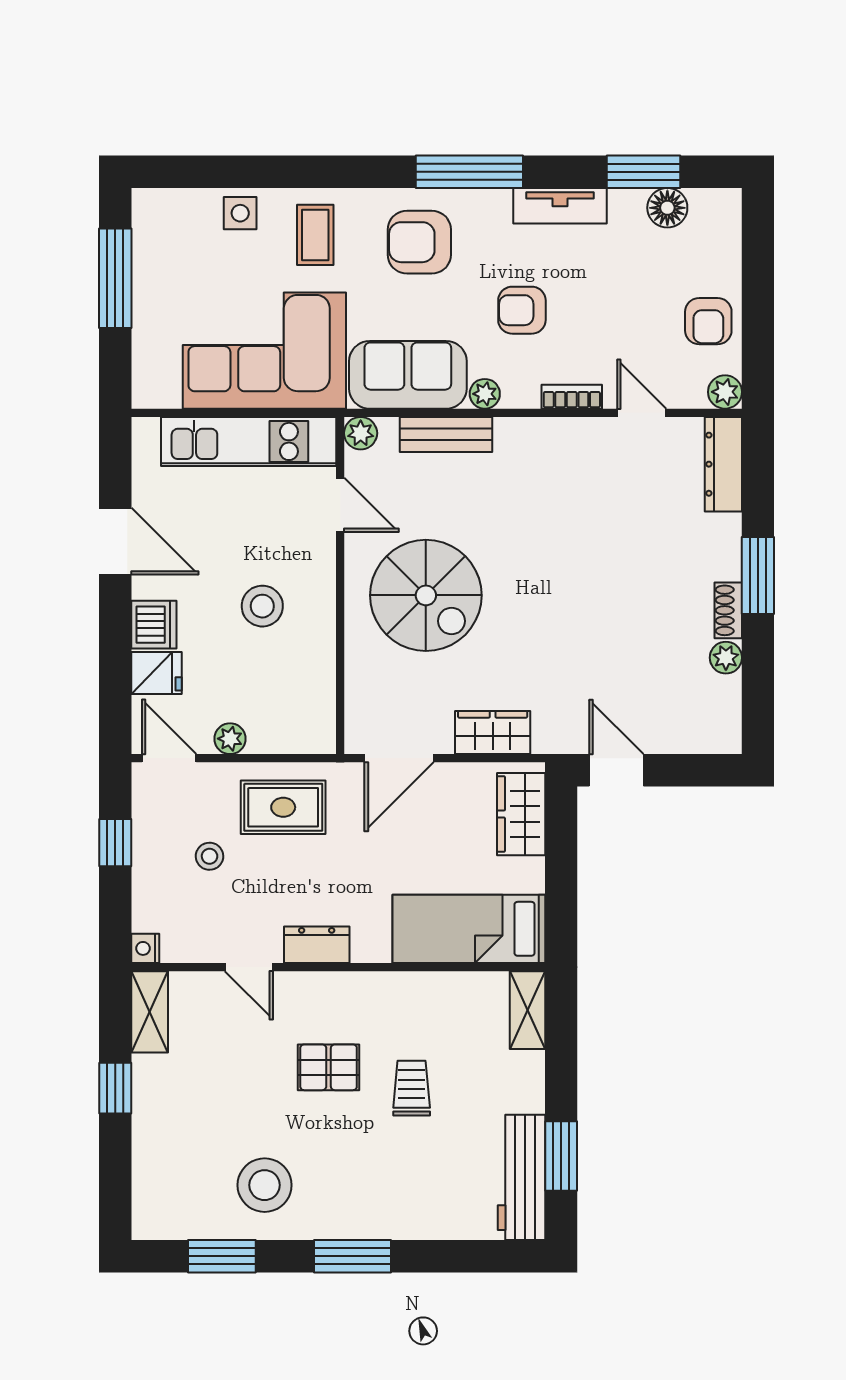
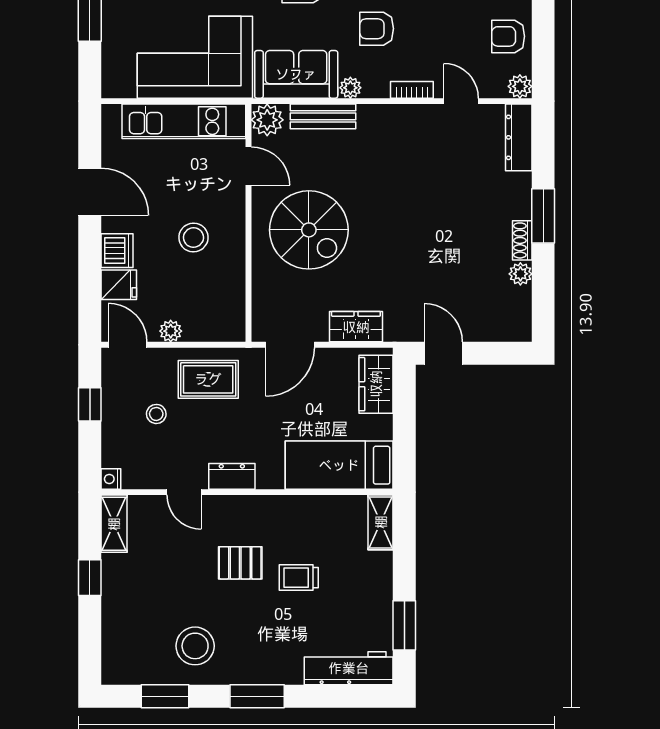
armchair: (708, 321) -> (508, 36), turned 90
plant: (361, 433) -> (267, 120), width x1.38, depth x1.38
trolley: (412, 1088) -> (299, 578), turned -90
workbench: (521, 1177) -> (349, 668), moved, turned 90

